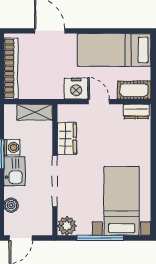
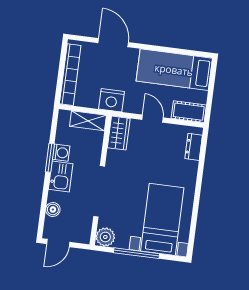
nightstand: (76, 89) -> (111, 100), moved
dresser: (136, 111) -> (194, 147), moved, turned 90
wardrobe: (67, 139) -> (119, 133), moved

